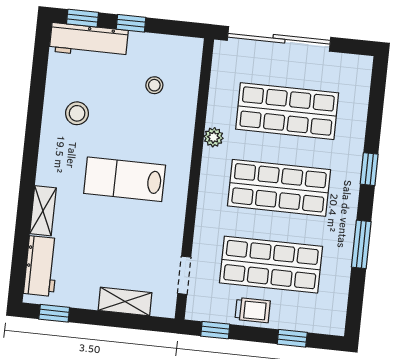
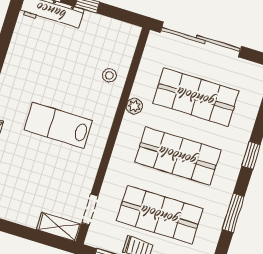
stool: (154, 85) -> (109, 75), moved
stool: (77, 113) -> (31, 66), removed
shelving: (125, 301) -> (59, 227), moved

